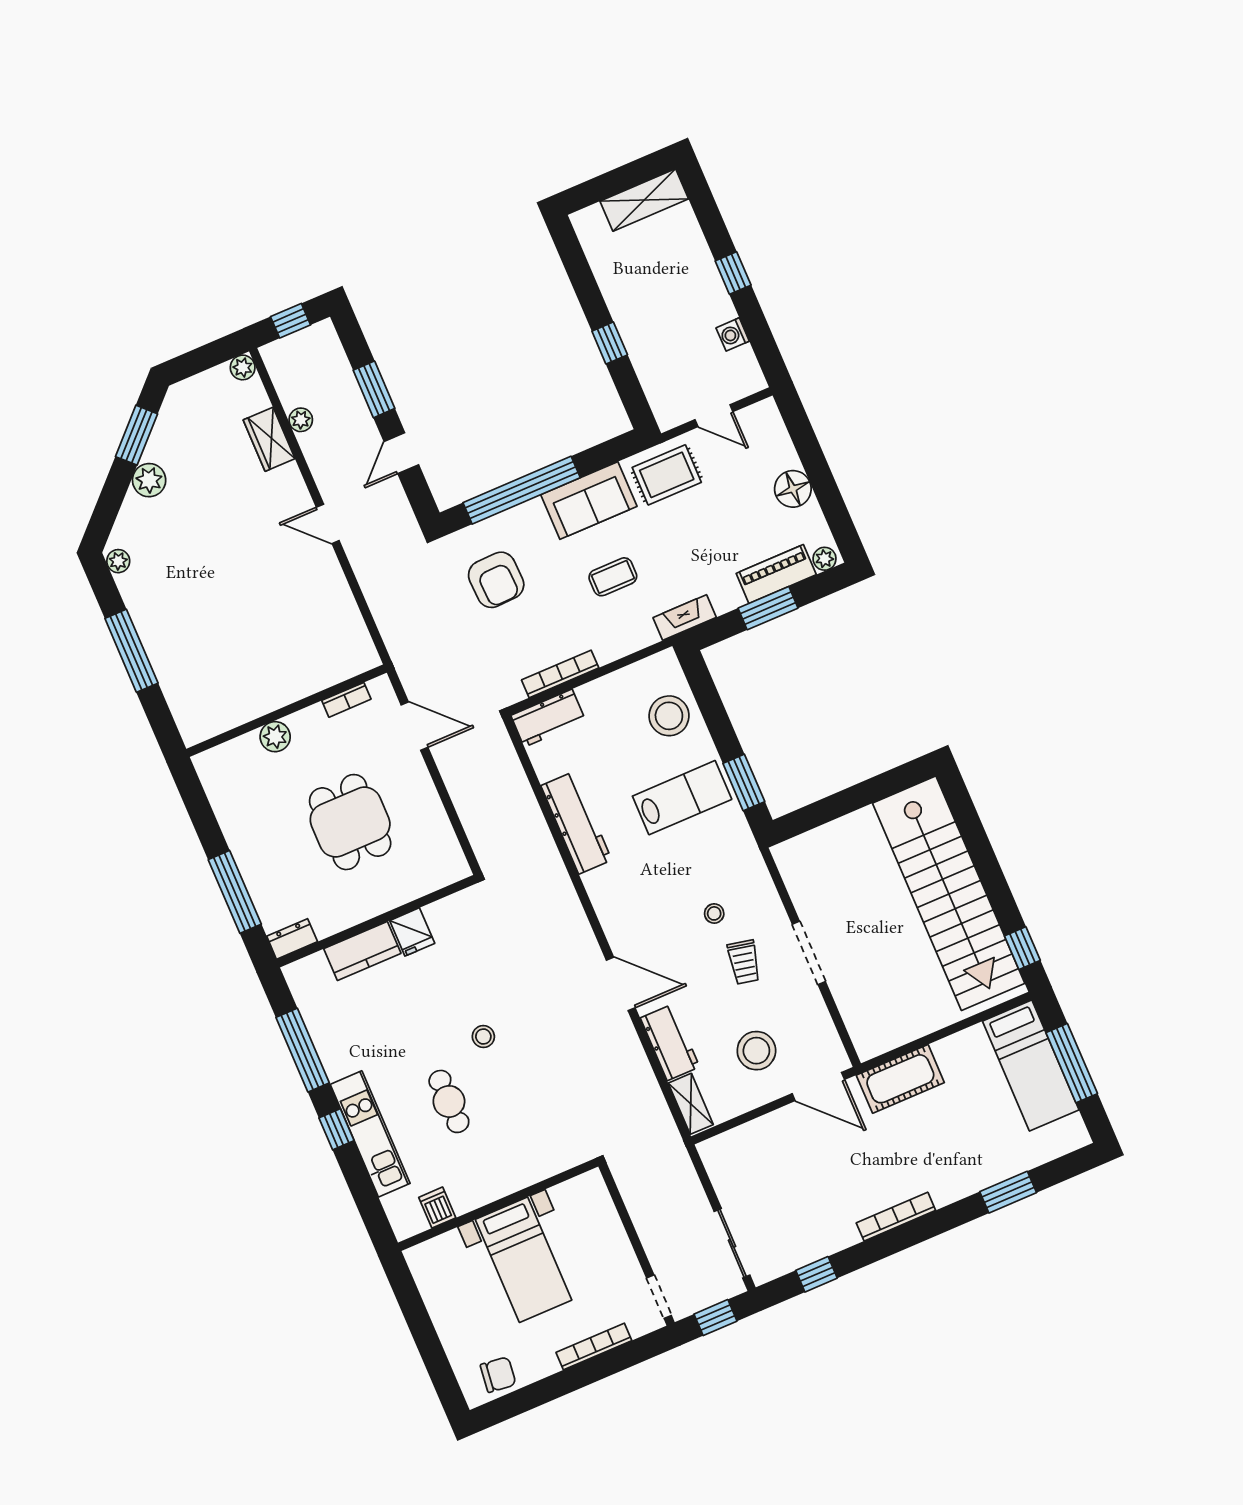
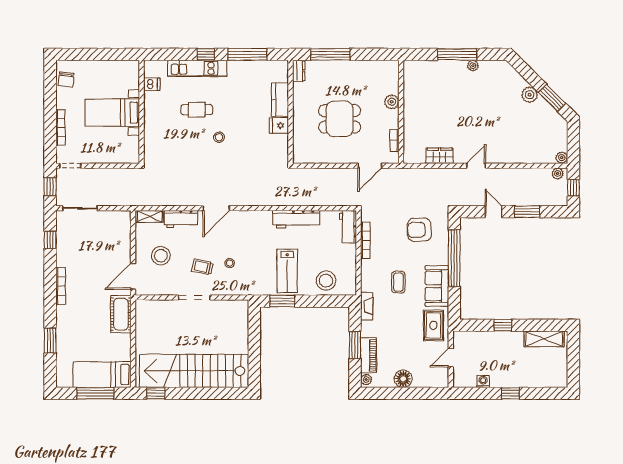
shelving: (644, 200) -> (544, 339), moved, turned 90
plant: (301, 420) -> (558, 173), moved
wardrobe: (269, 439) -> (440, 156), moved
plant: (118, 561) -> (473, 66), moved

